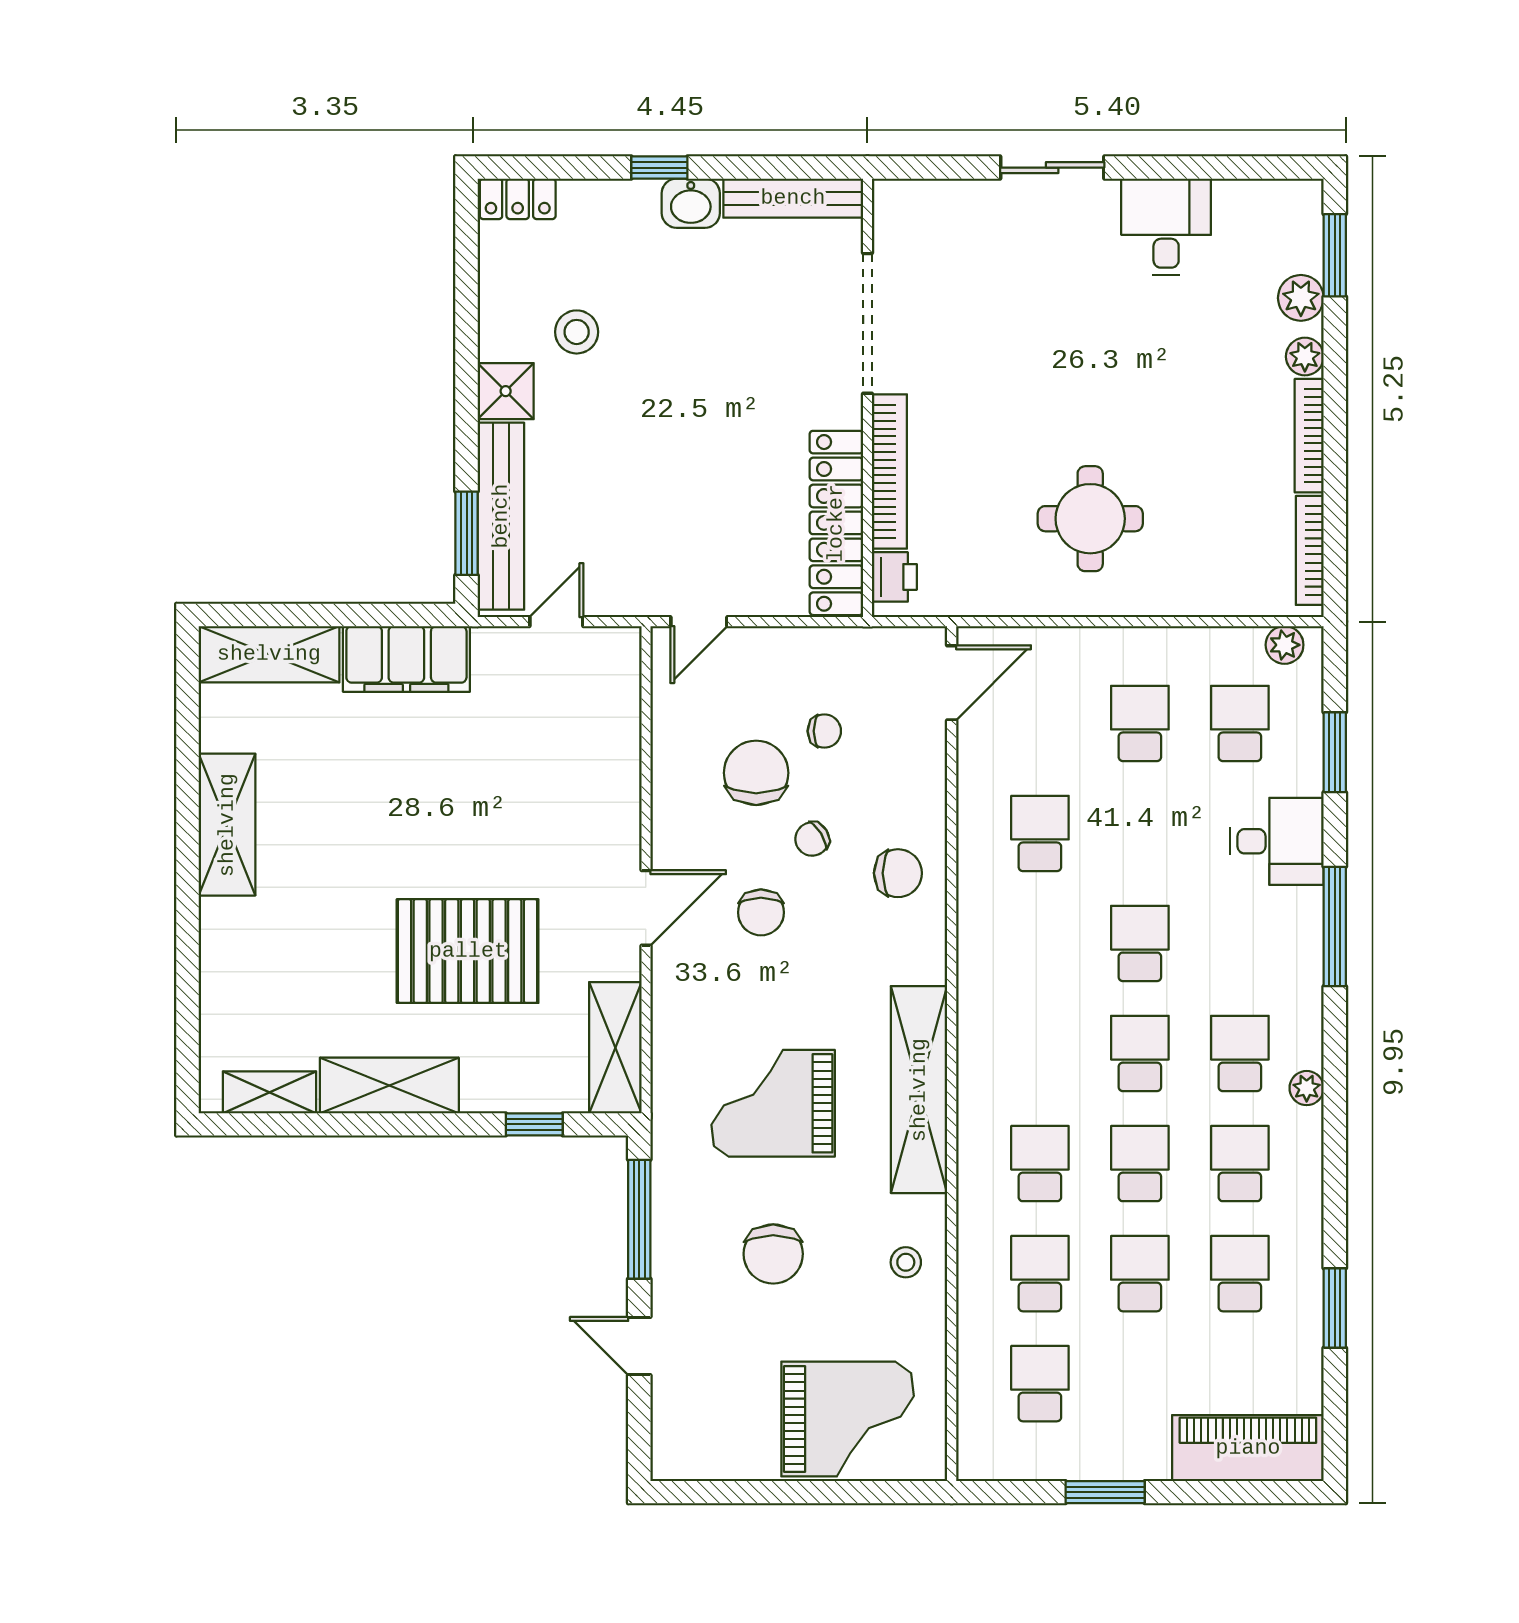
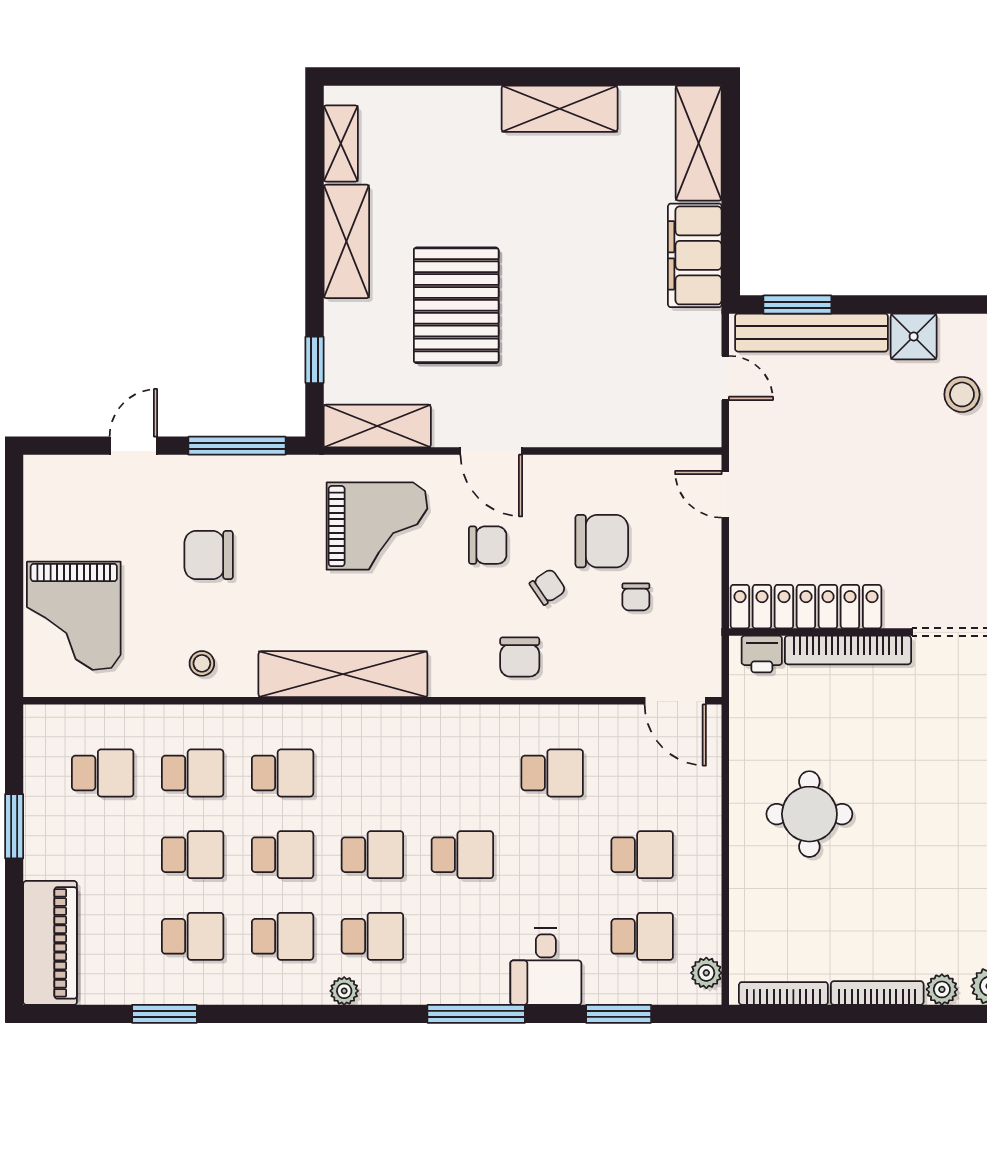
chair: (812, 839) -> (548, 587), turned 88
chair: (761, 912) -> (488, 545), turned 180
grand piano: (773, 1103) -> (377, 526), moved, turned 90

